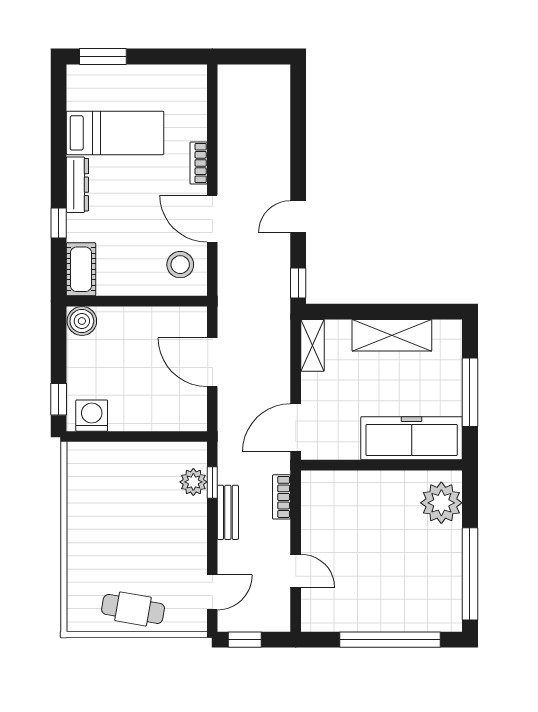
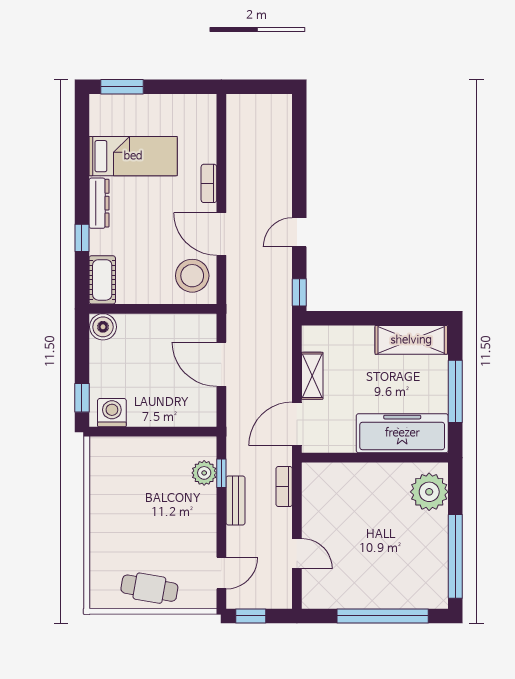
stool: (180, 265) -> (192, 276), width x1.38, depth x1.38
shelving: (392, 335) -> (411, 340), moved
shelving: (312, 345) -> (312, 376), moved

